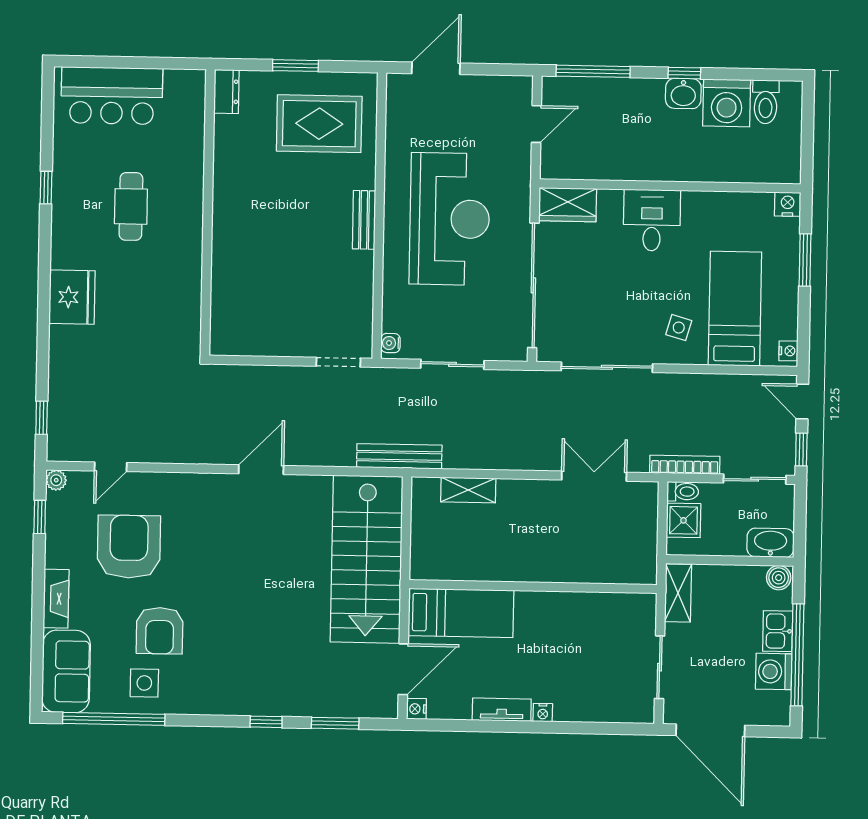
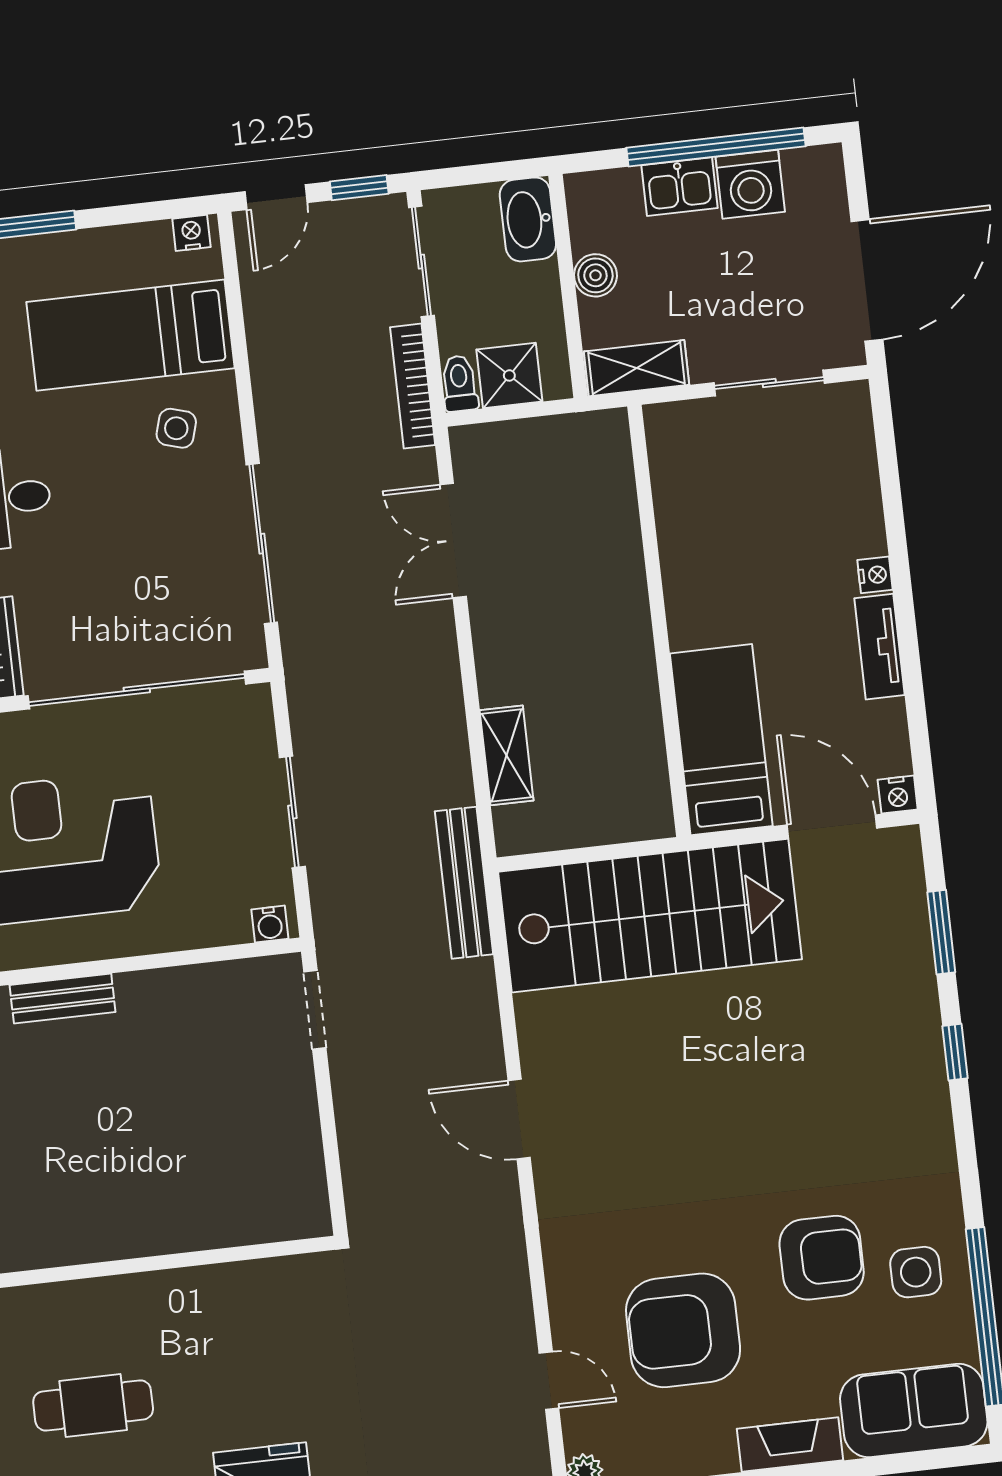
boiler: (779, 578) -> (595, 275), moved

